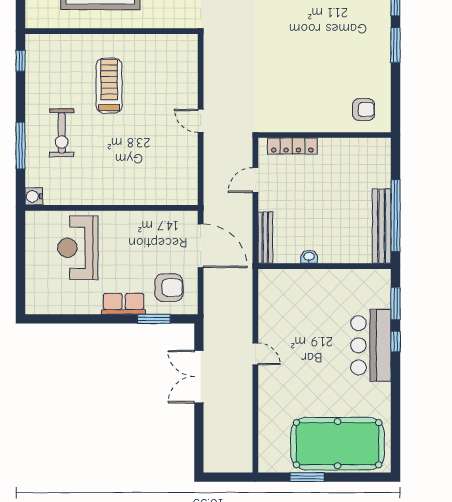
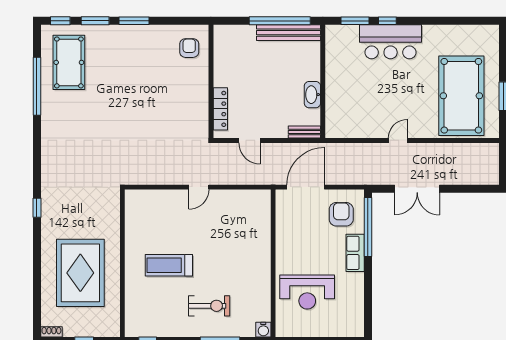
bench: (265, 238) -> (304, 132), width x0.73
washbasin: (309, 257) -> (312, 95), width x1.91, depth x1.45
window: (154, 319) -> (368, 227), width x2.11
pool table: (338, 444) -> (461, 96), moved

